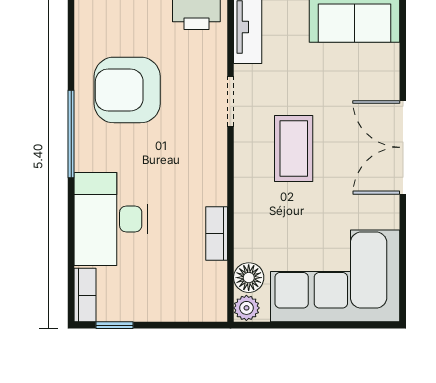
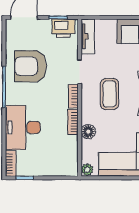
bookcase: (217, 153) -> (73, 96), added
bookcase: (217, 233) -> (73, 122), moved
floor lamp: (249, 278) -> (88, 132), moved

